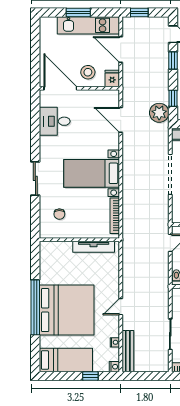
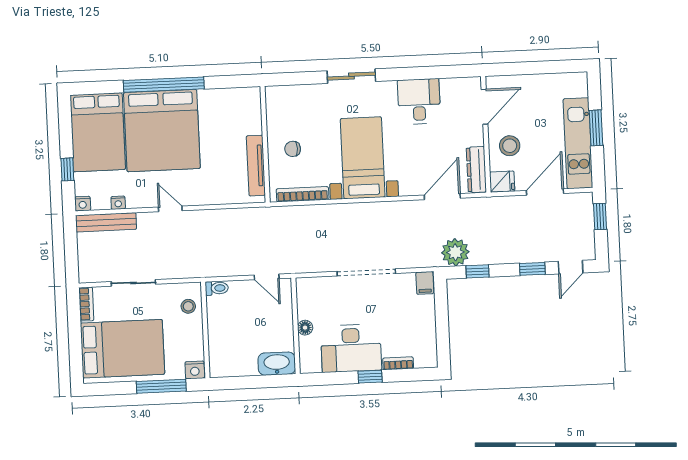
door: (60, 88) -> (484, 107), width x0.73
dresser: (103, 96) -> (476, 170), added
desk: (55, 121) -> (419, 101), moved
chair: (59, 214) -> (293, 149), moved
bed: (66, 360) -> (98, 132), width x1.50

